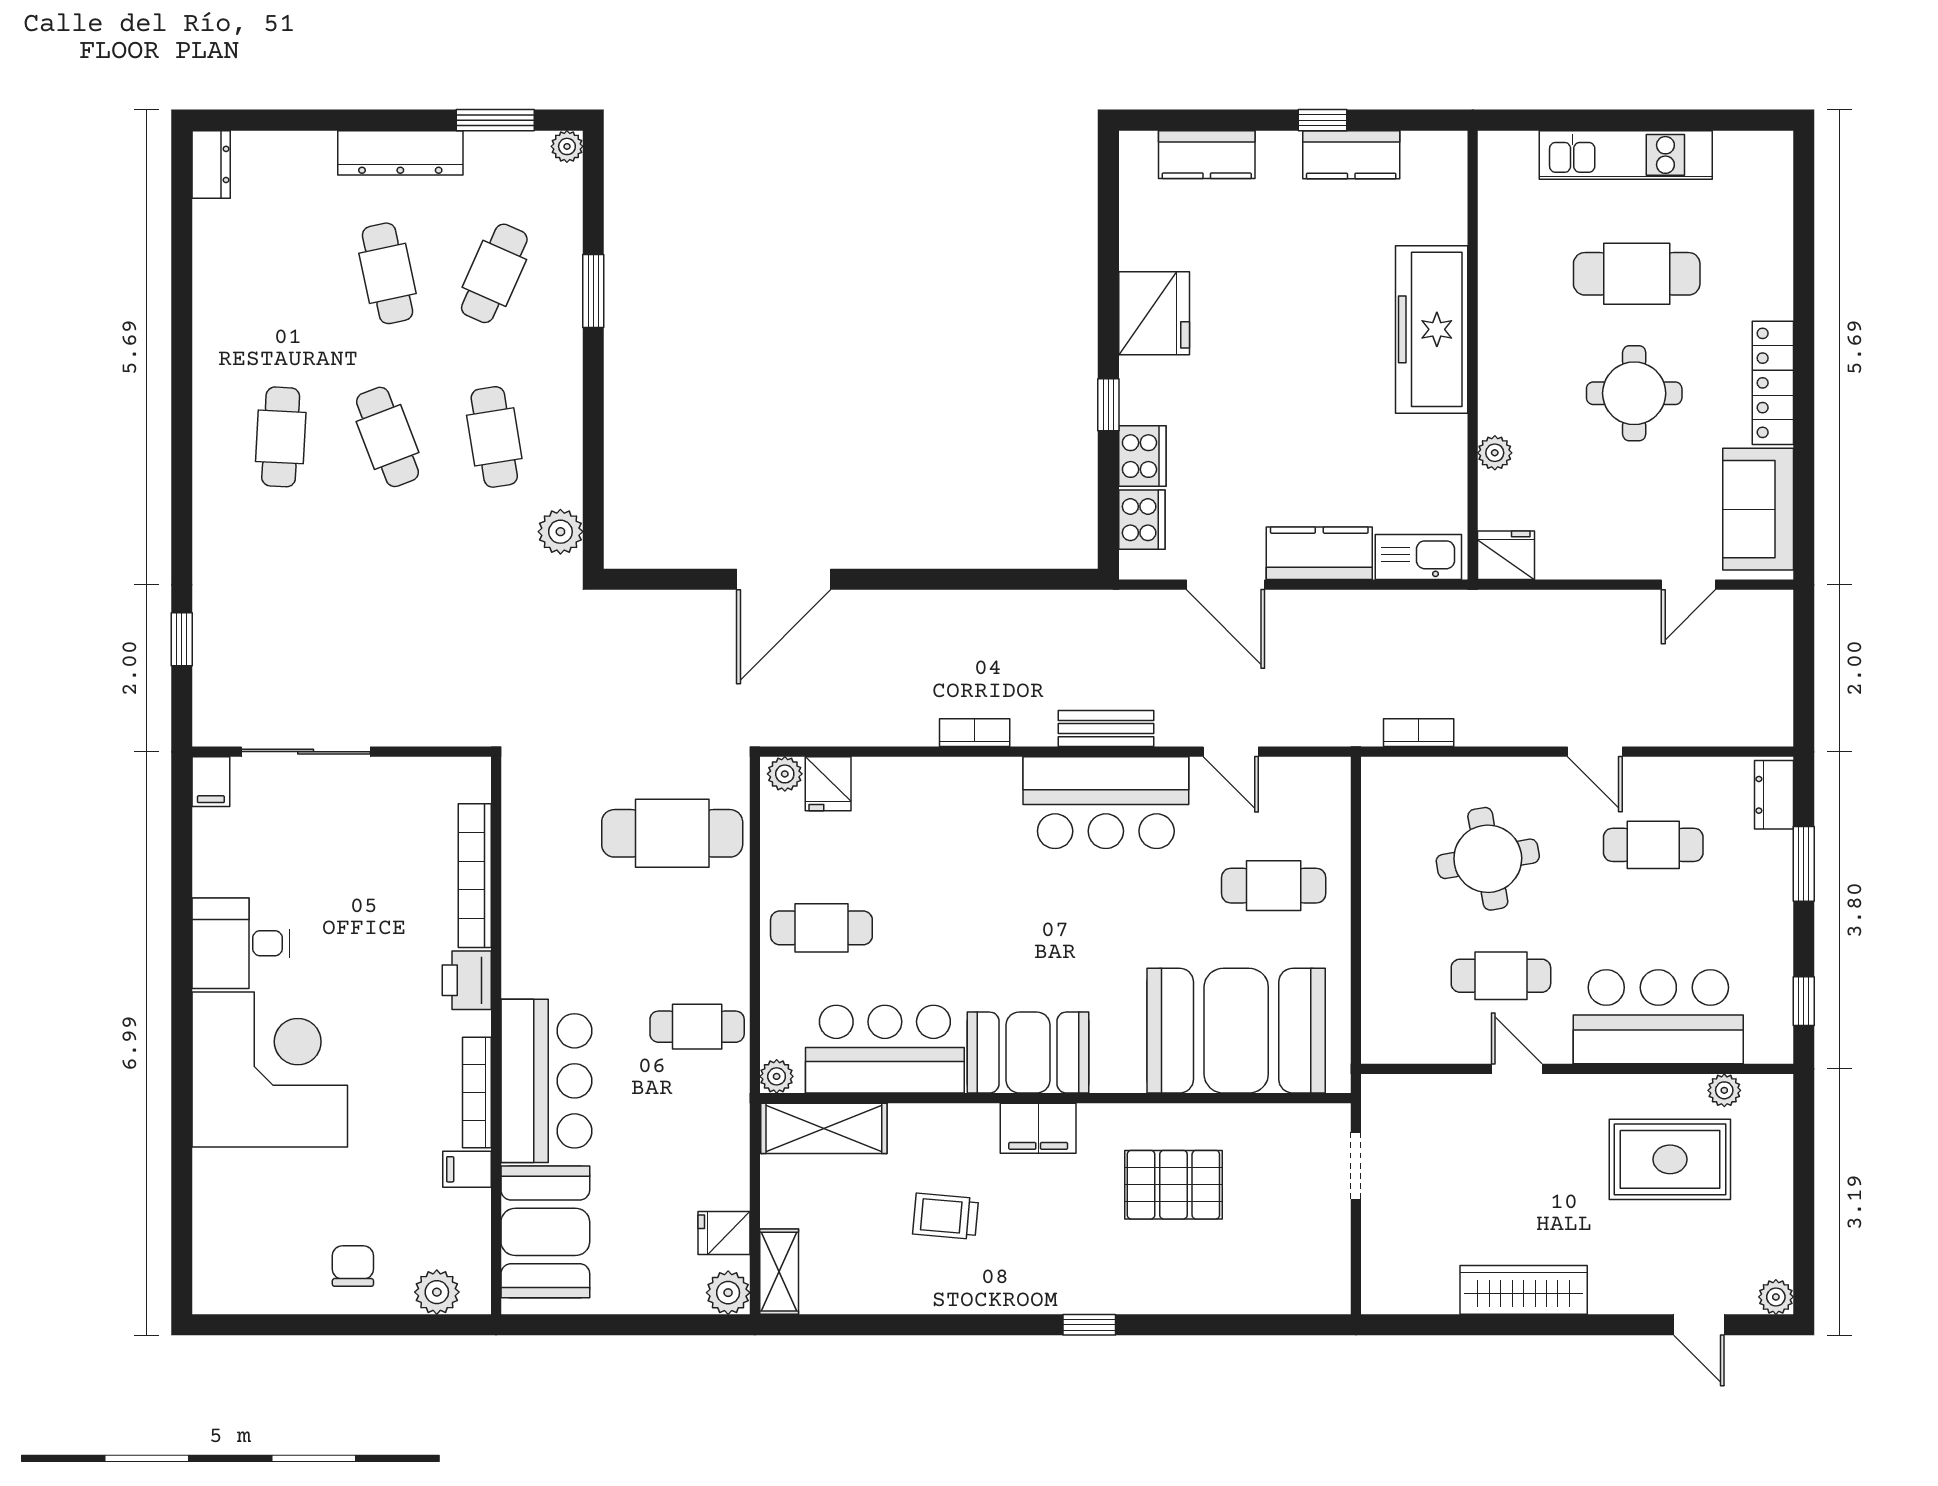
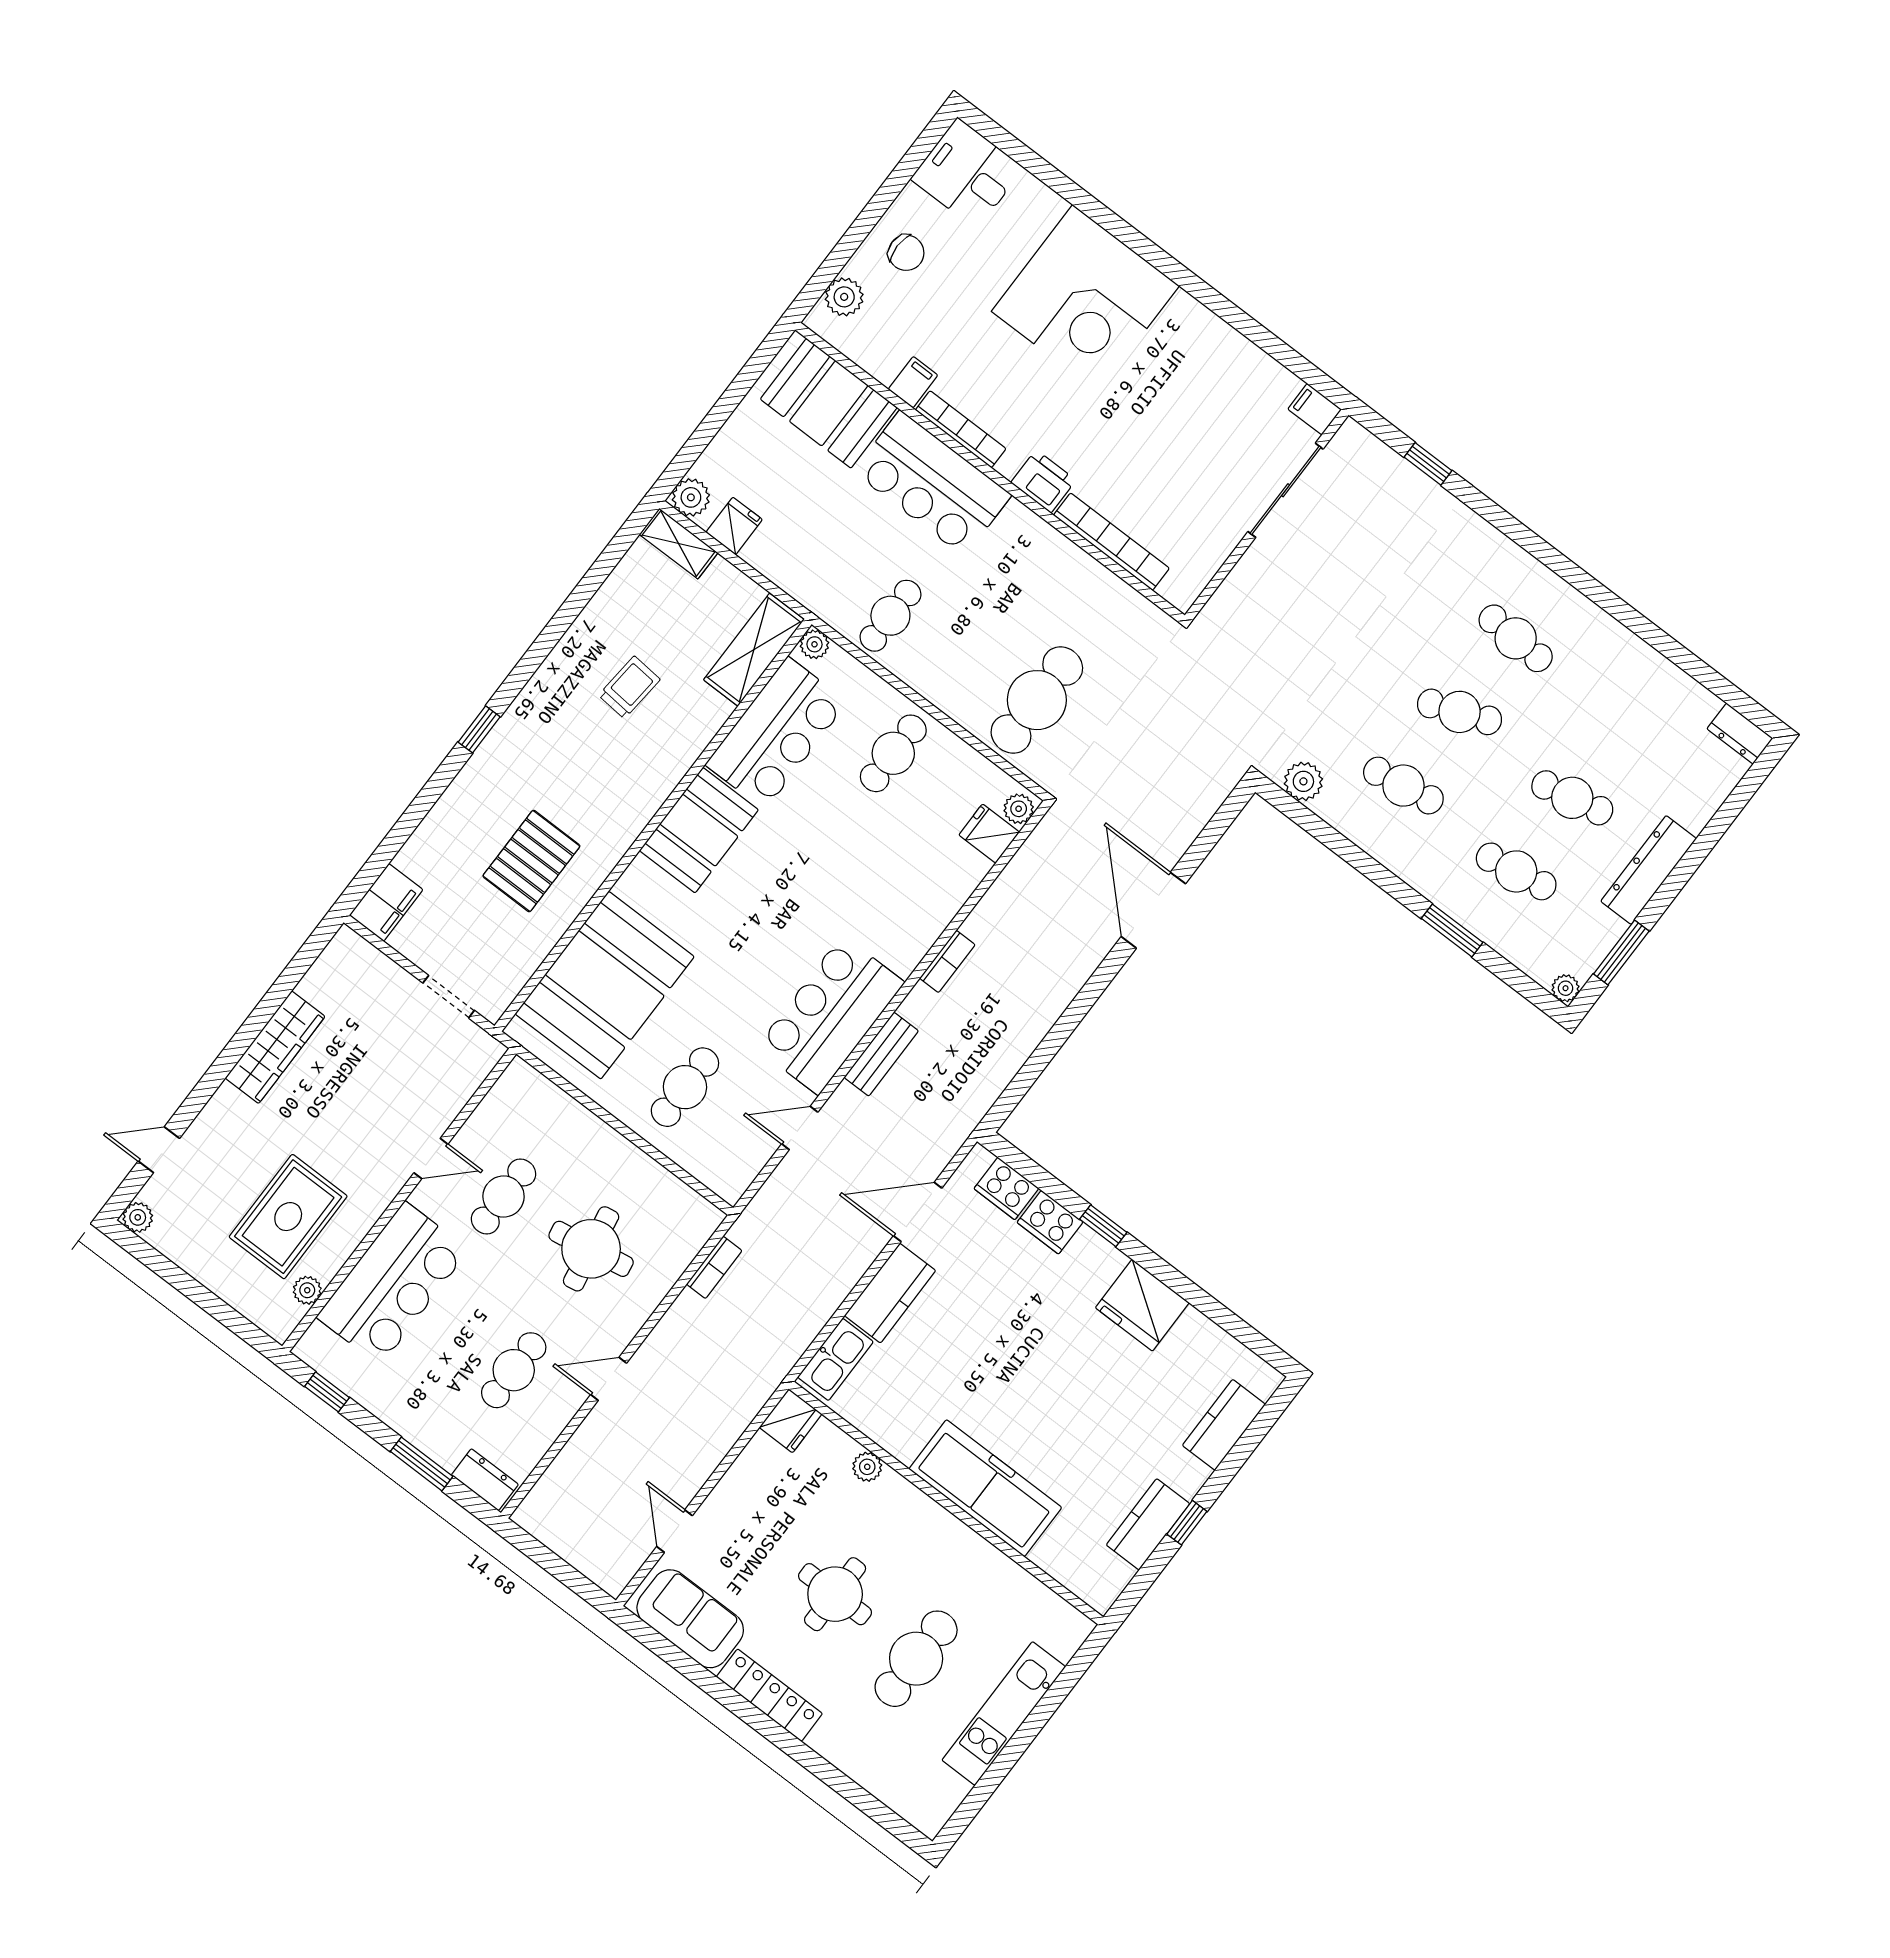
cafe table: (494, 273) -> (1516, 871), turned -33
desk: (241, 943) -> (967, 174), moved, turned -90
filing cabinet: (1038, 1128) -> (386, 902), moved, turned 180

